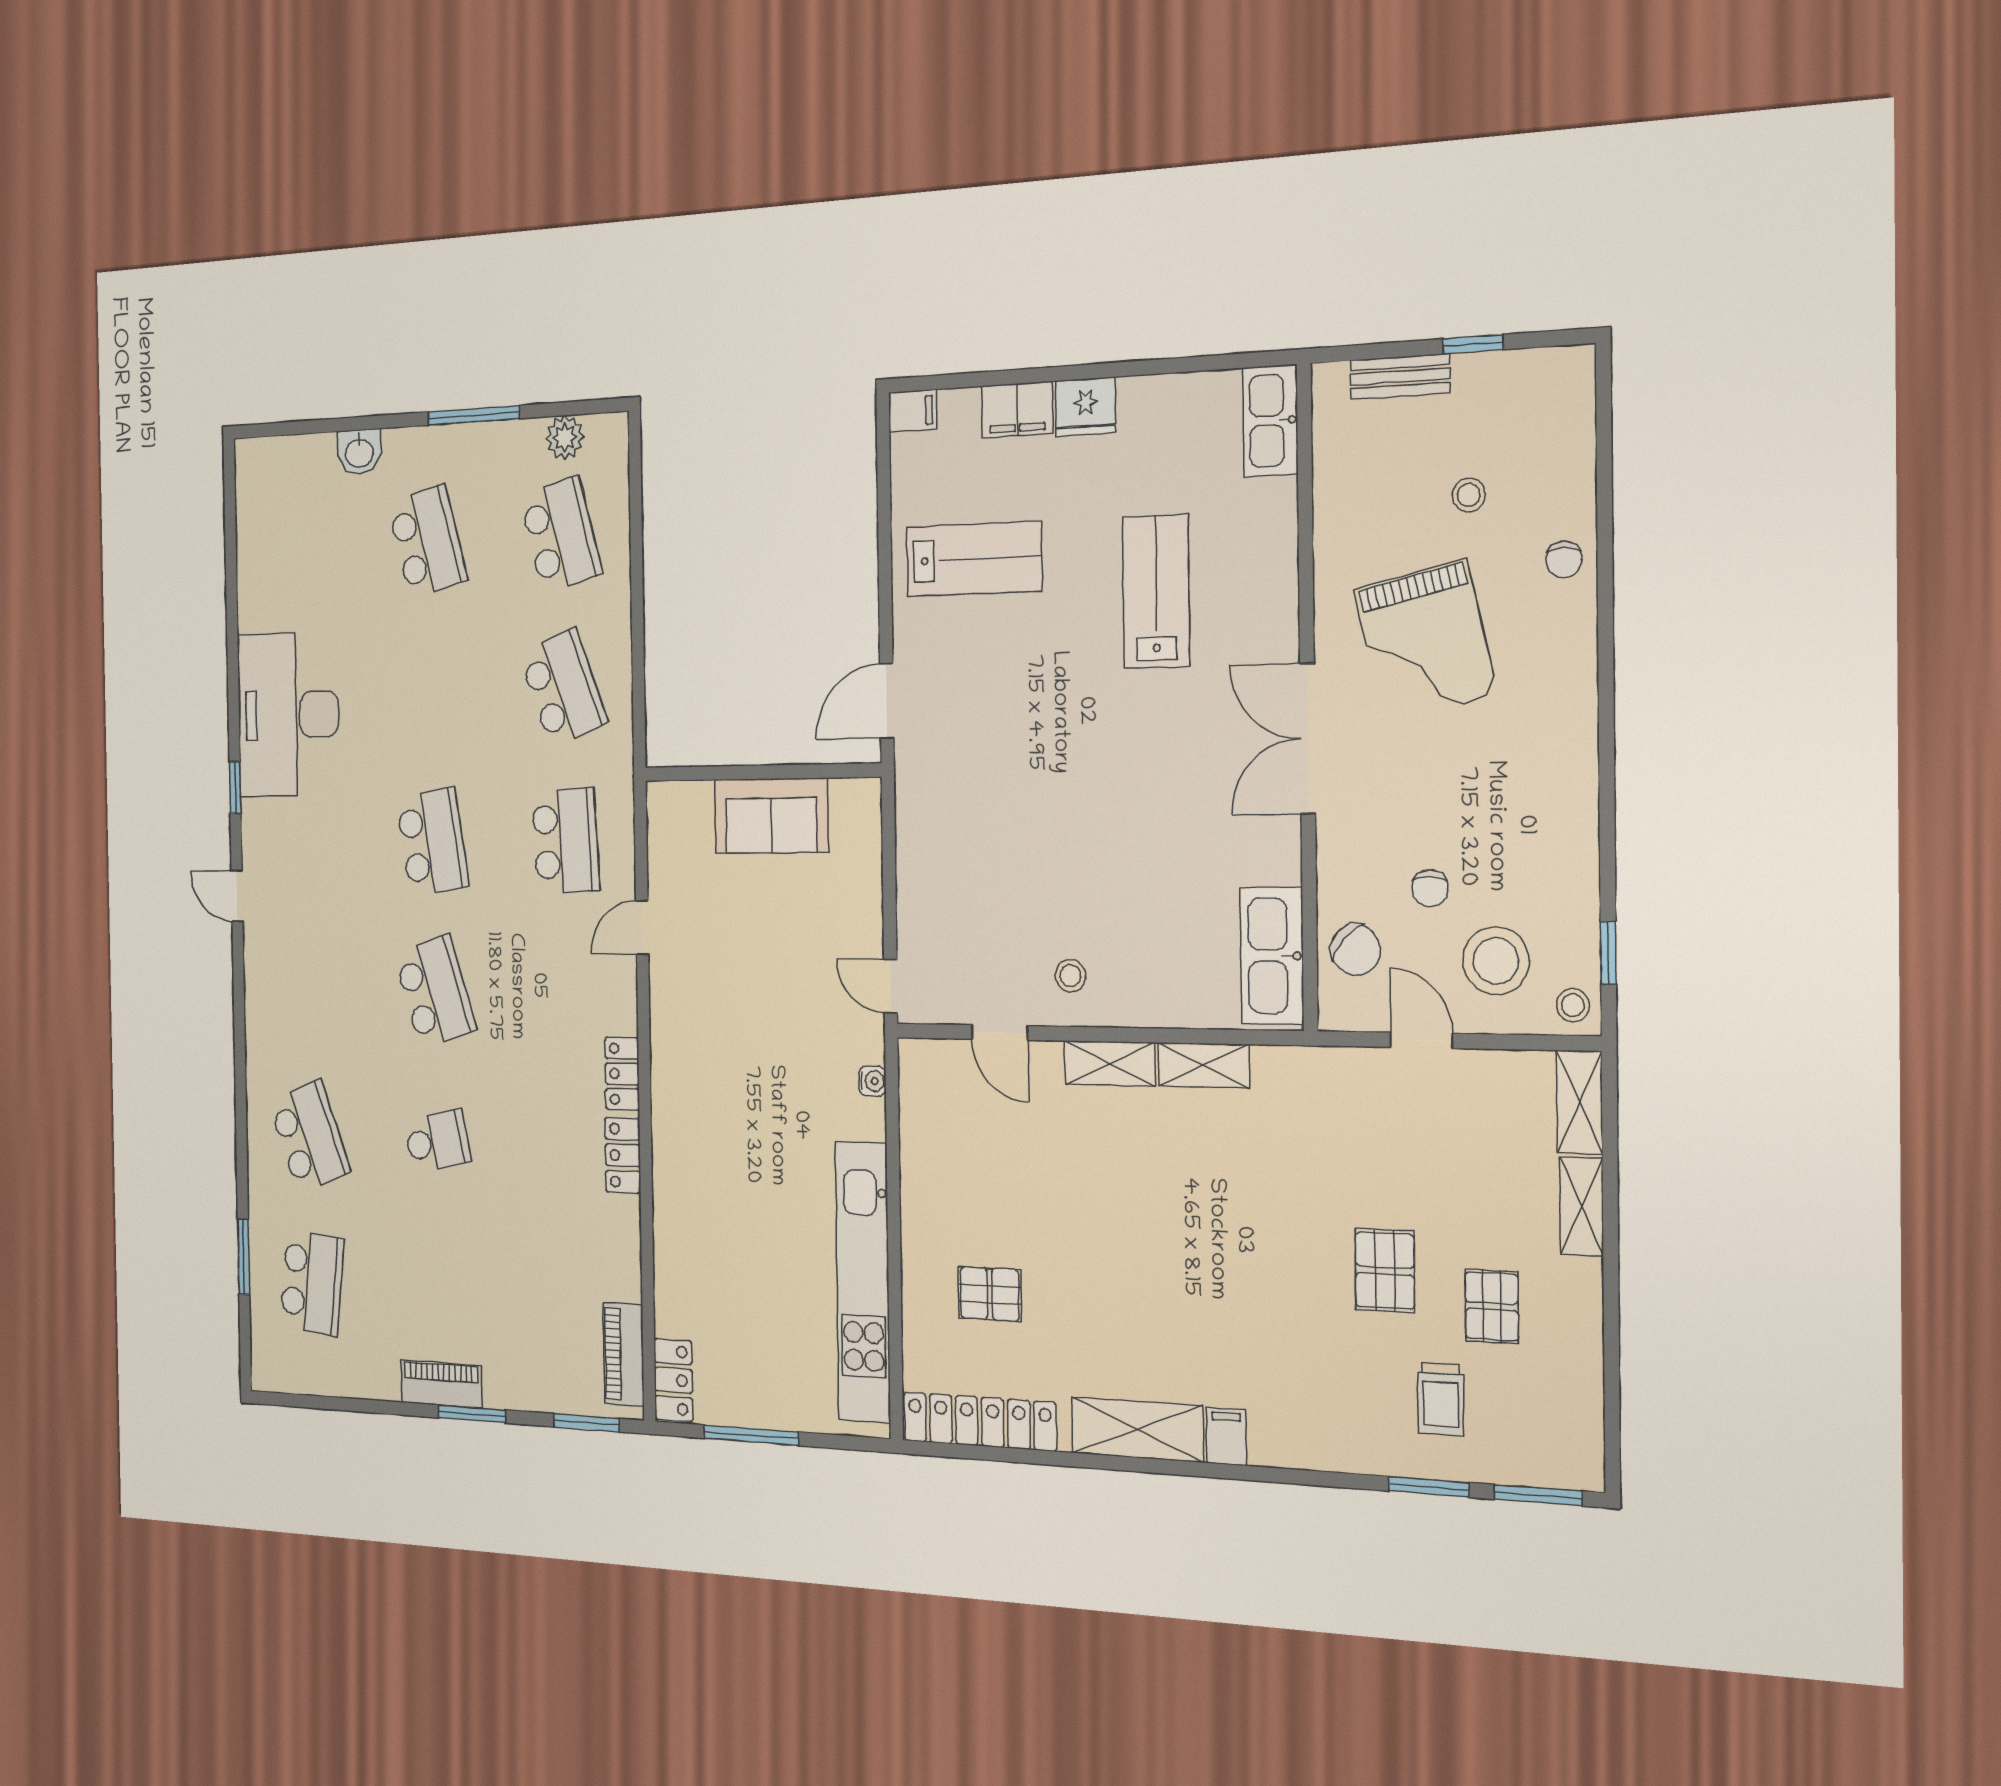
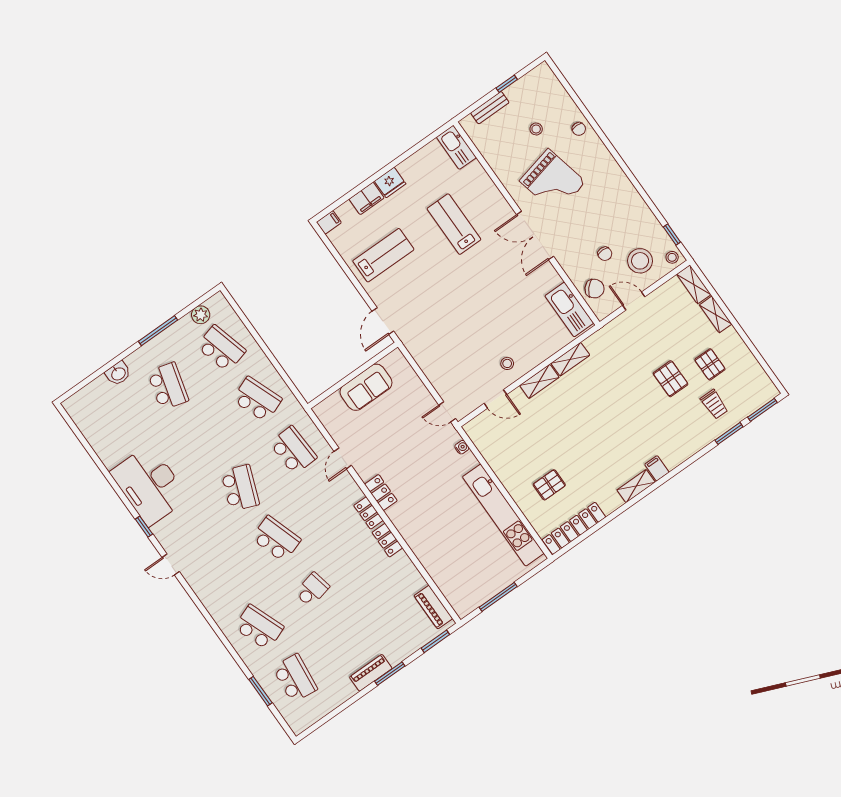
school desk: (427, 542) -> (168, 386), turned 30
school desk: (432, 842) -> (240, 488), turned 30
locker: (673, 1380) -> (381, 492), moved
shelving: (1137, 1429) -> (636, 486), width x0.67, depth x0.75

